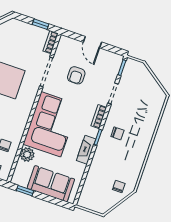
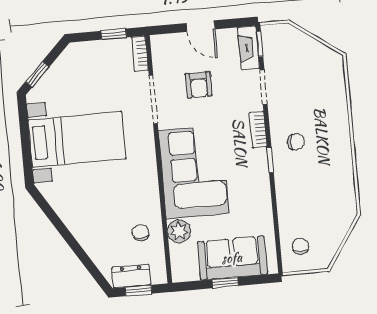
fireplace: (86, 150) -> (249, 48), moved
chair: (119, 187) -> (300, 246), moved
window: (25, 191) -> (225, 283), moved

